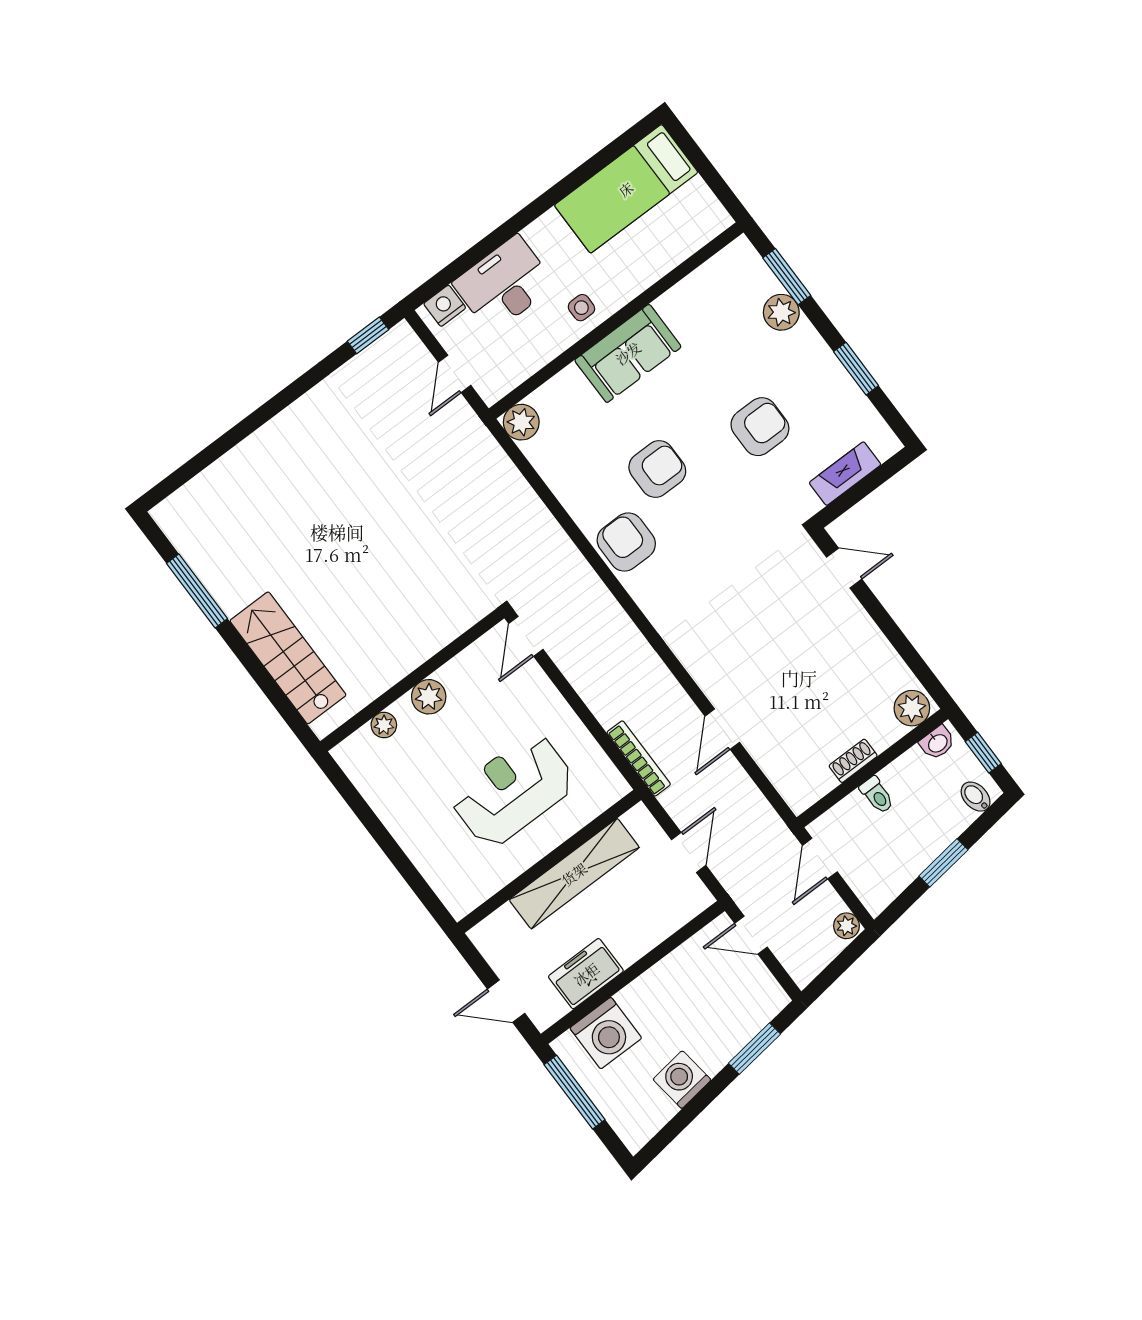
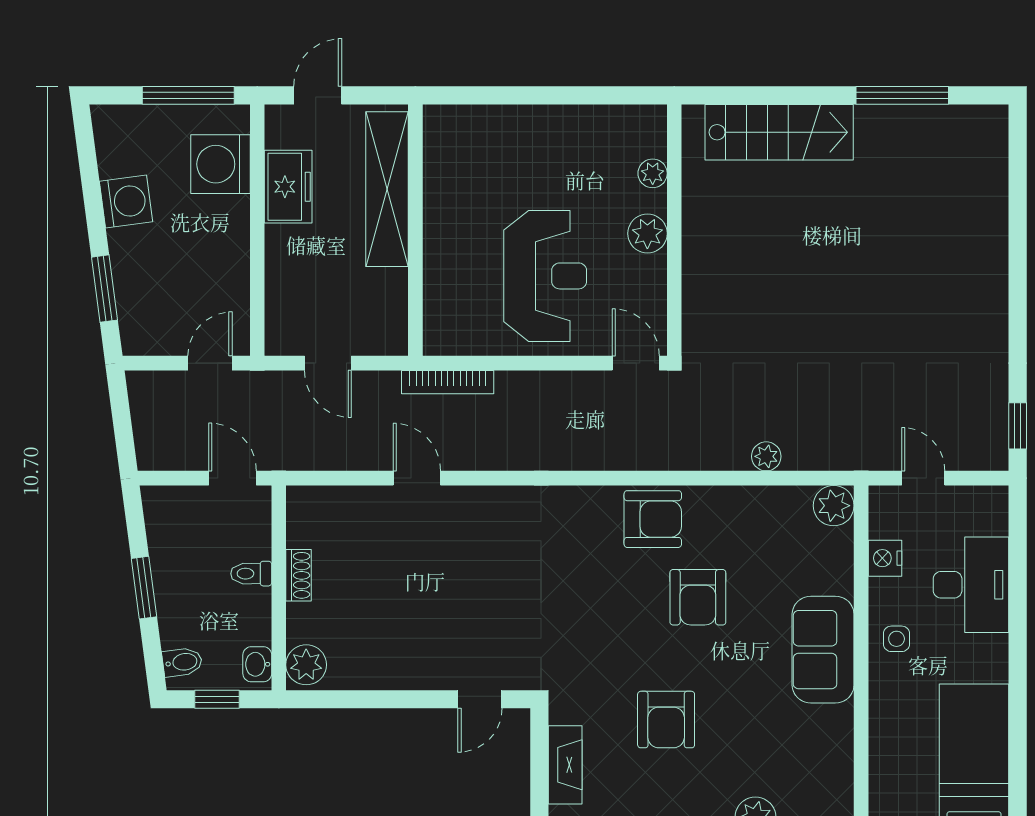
nightstand: (445, 306) -> (885, 558), moved, turned 180
reception desk: (513, 790) -> (545, 276), moved
shelving: (574, 874) -> (387, 189), moved
plant: (847, 926) -> (766, 456), moved

